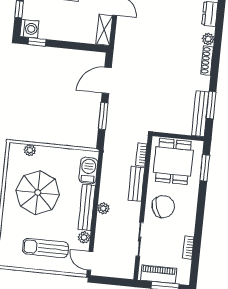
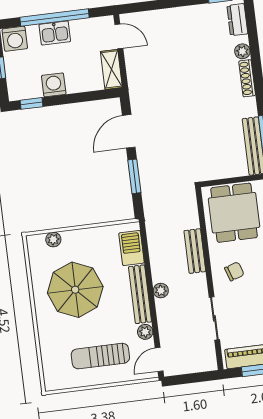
washing machine: (29, 29) -> (54, 85), moved, turned -90
bookcase: (141, 155) -> (193, 213), removed
chair: (163, 207) -> (234, 271), width x0.54, depth x0.54
door: (90, 261) -> (159, 359), hinge flipped

